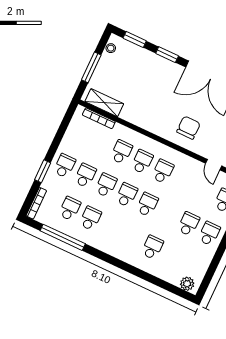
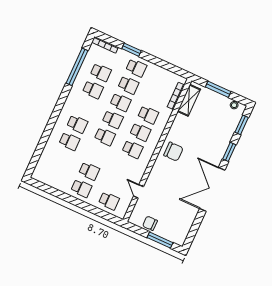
chair: (189, 128) -> (173, 152), moved
door: (214, 165) -> (139, 191), hinge flipped
school desk: (132, 238) -> (77, 124), added
plant: (187, 284) -> (40, 171), removed

